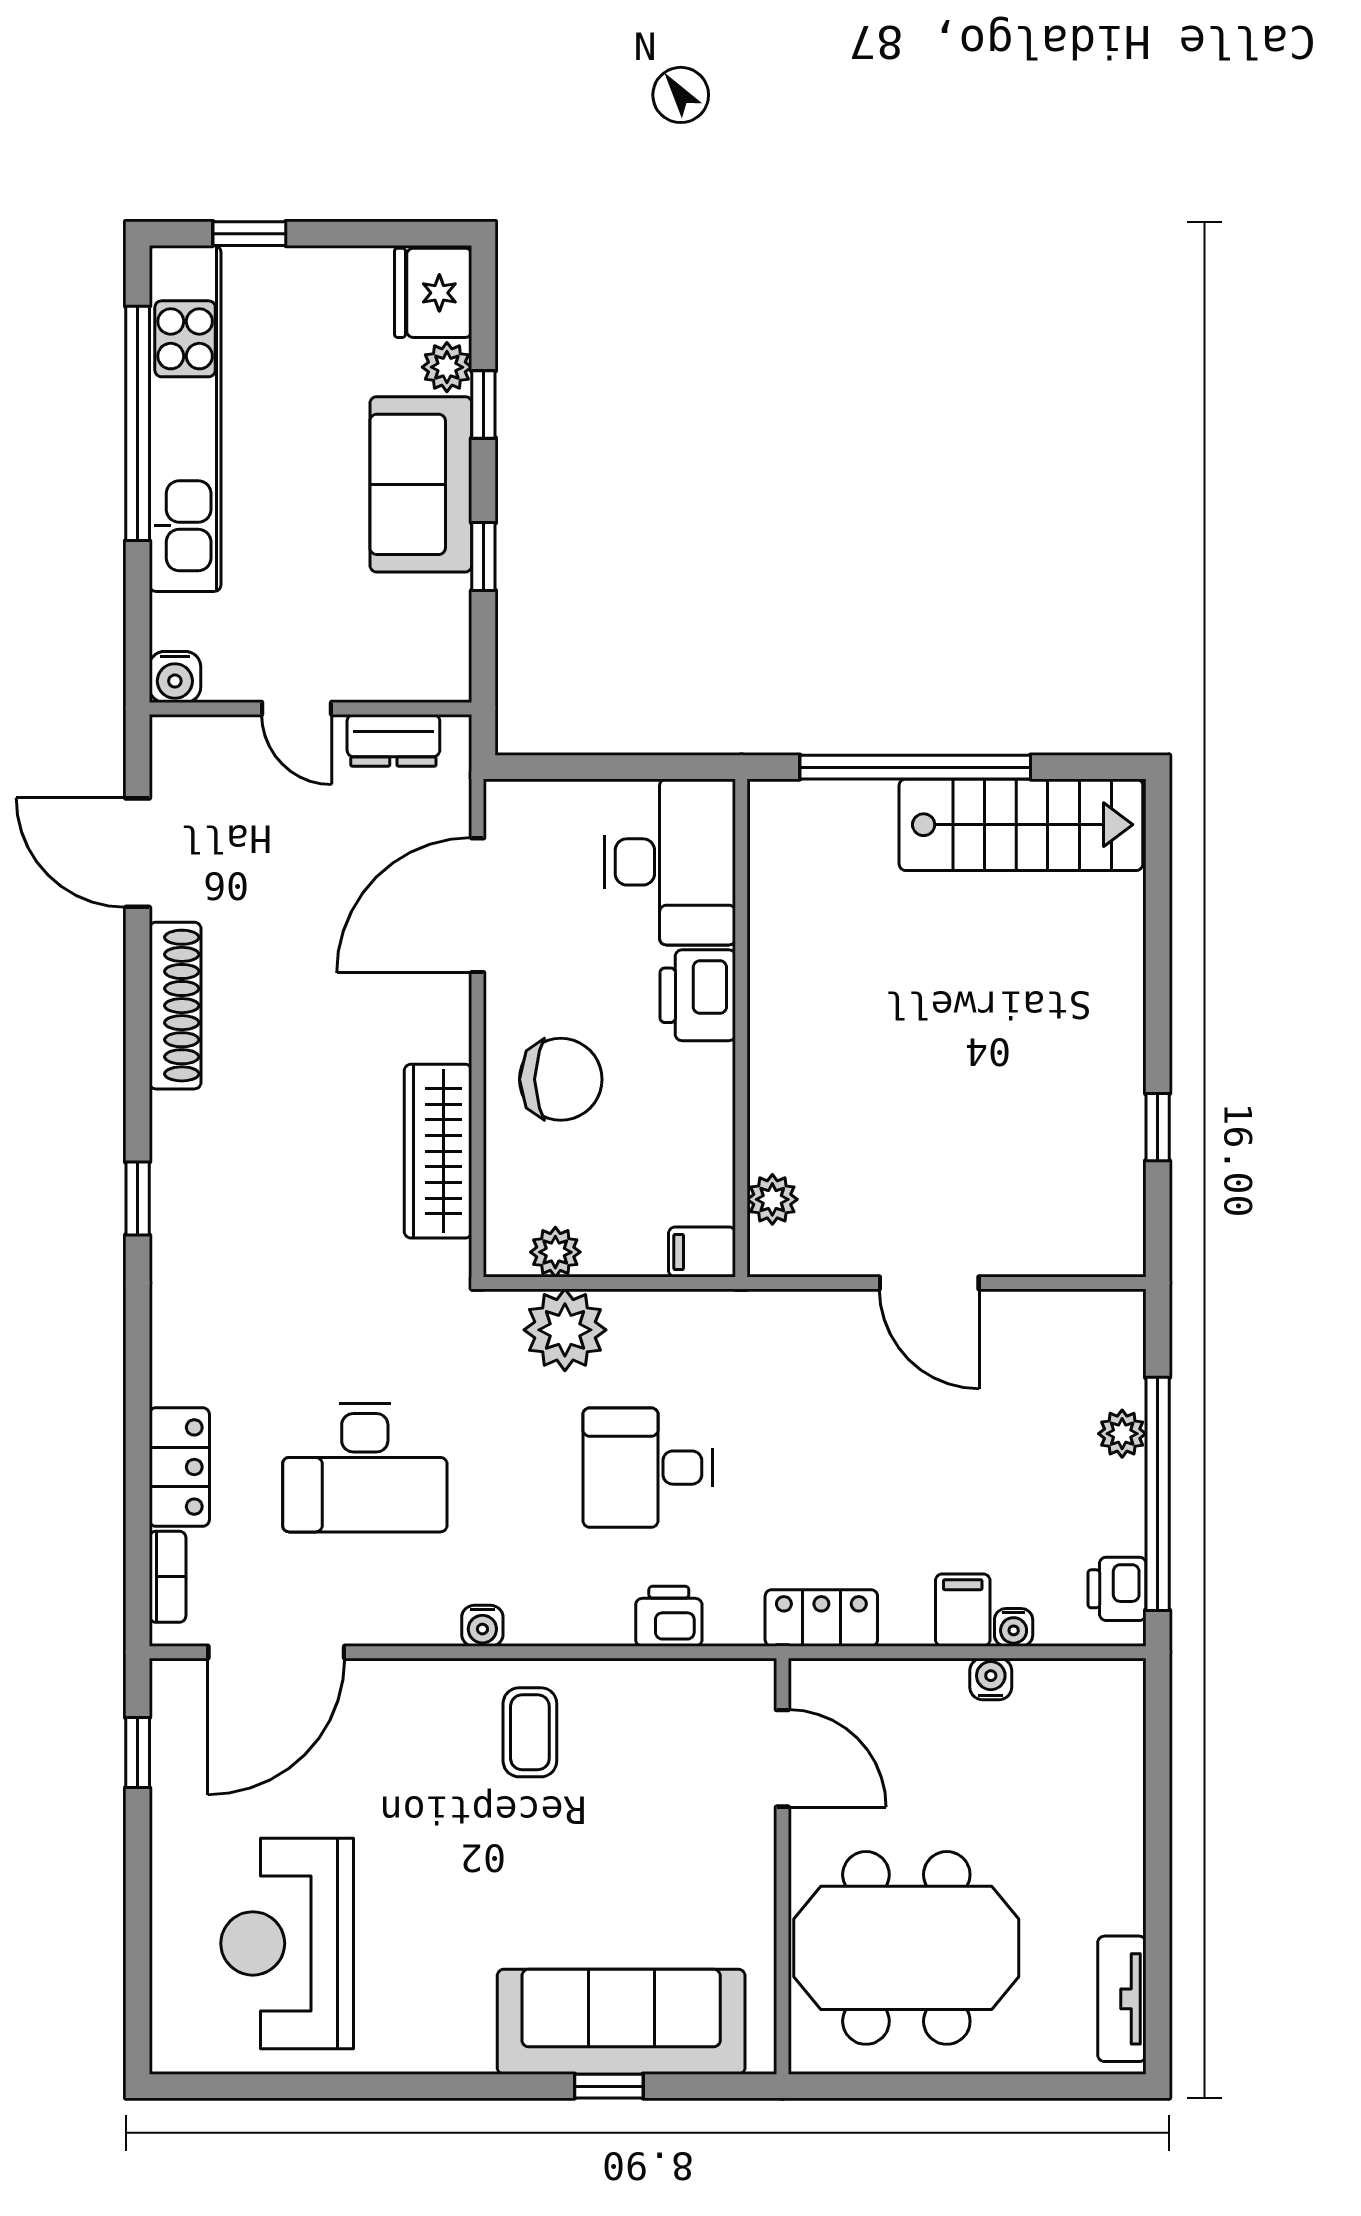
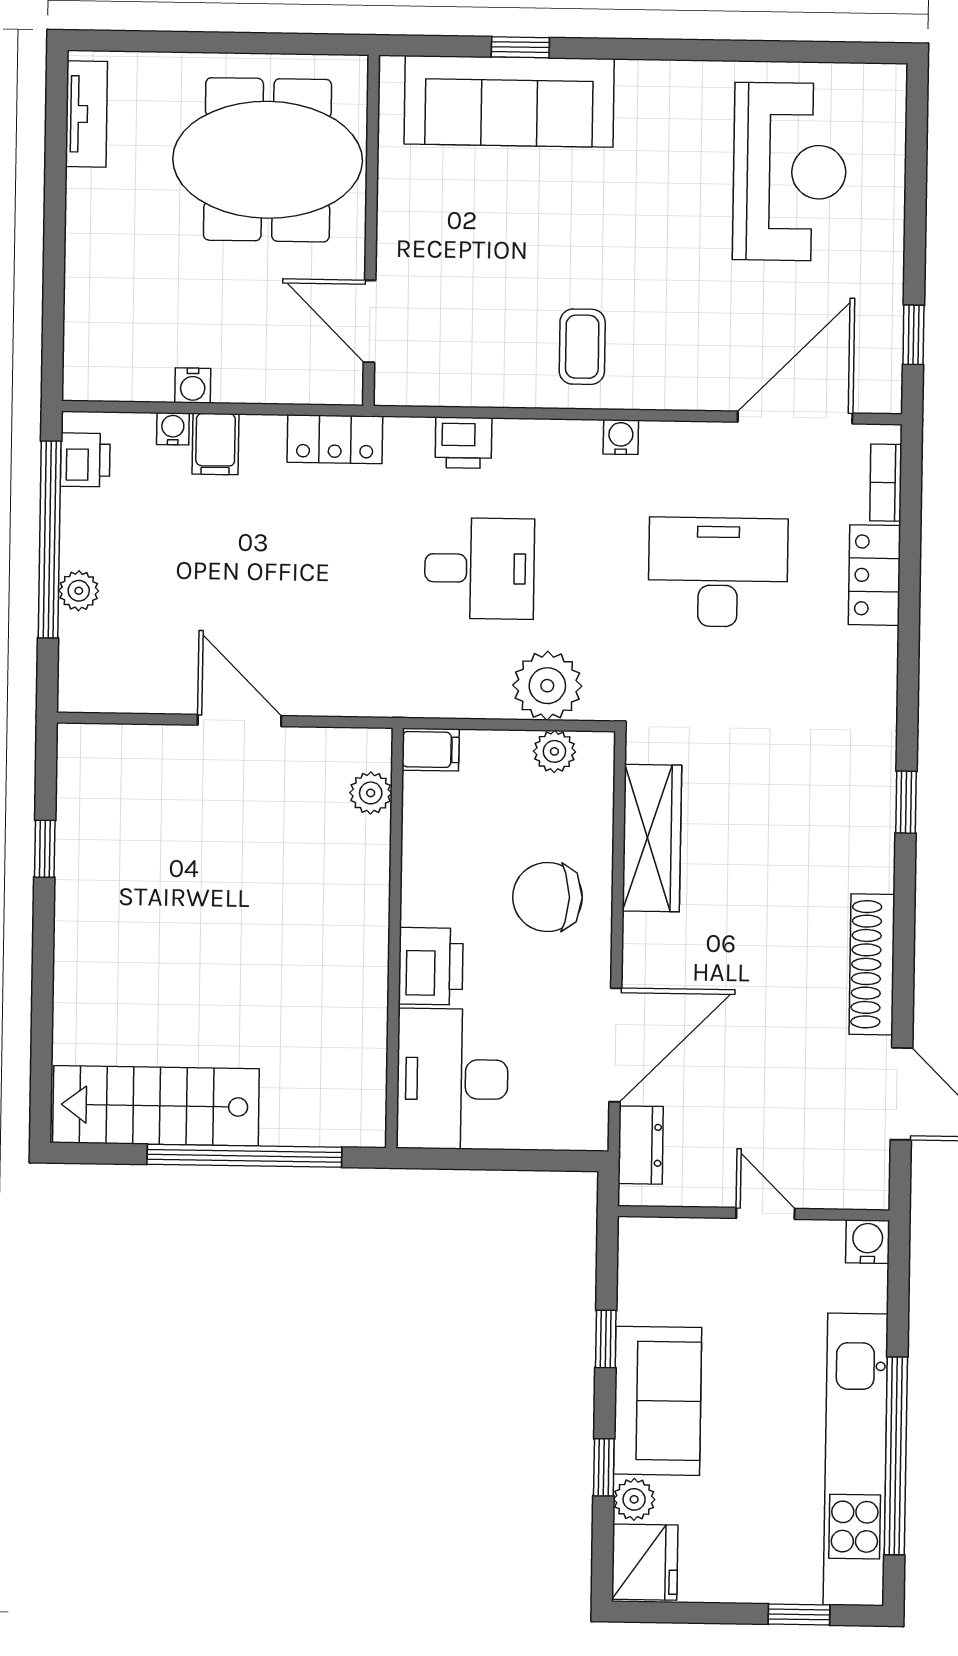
dresser: (393, 740) -> (641, 1145), moved, turned 90

